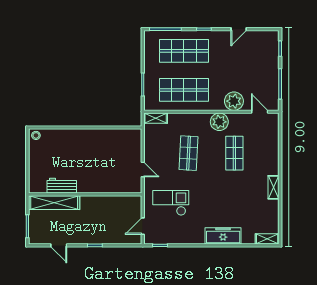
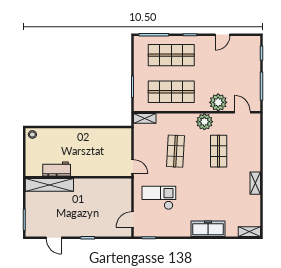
workbench: (62, 186) -> (57, 169), moved
wall: (85, 194) -> (78, 177), moved
shelving: (54, 203) -> (49, 185), moved

